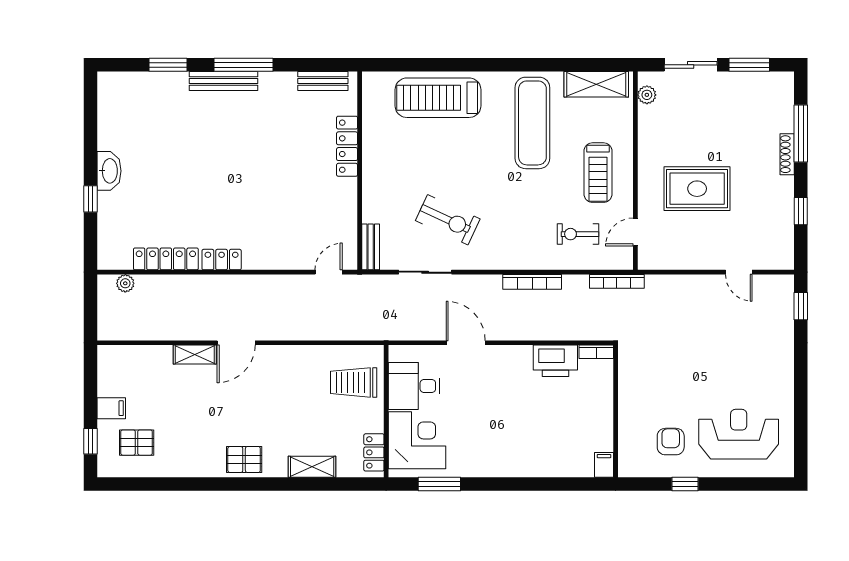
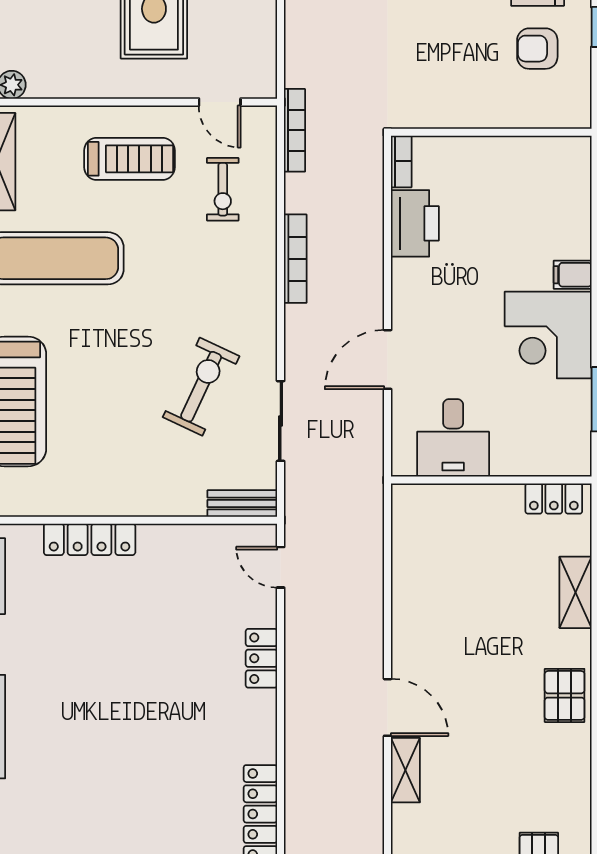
locker: (222, 260) -> (261, 658), moved
trolley: (354, 382) -> (448, 529), removed
corner desk: (417, 440) -> (548, 335), moved, turned -90
filing cabinet: (604, 465) -> (573, 275), moved

